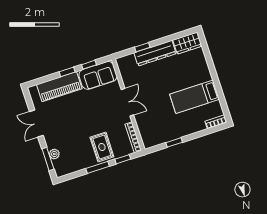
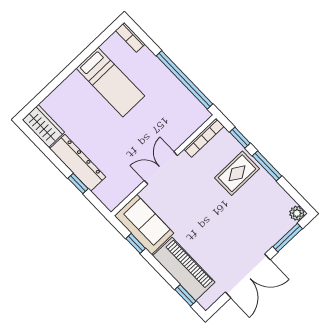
window: (67, 72) -> (185, 295), moved
double door: (36, 123) -> (248, 276), width x1.37
window: (174, 142) -> (185, 80), width x3.17
plant: (54, 154) -> (297, 213), moved

